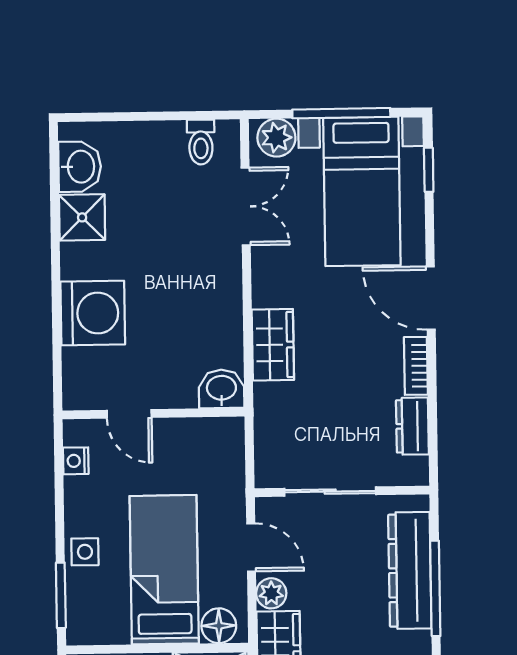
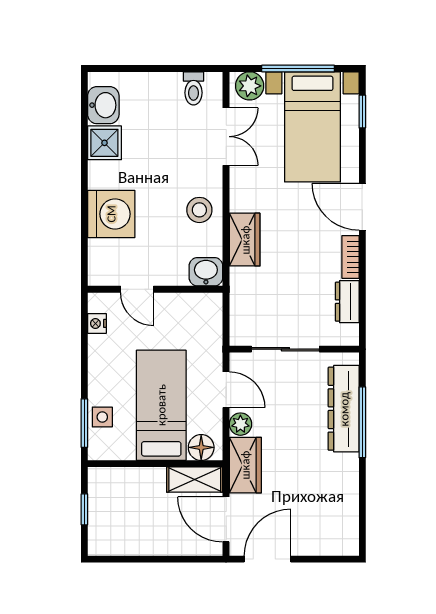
stool: (211, 306) -> (199, 210), added
side table: (85, 552) -> (102, 417), moved

